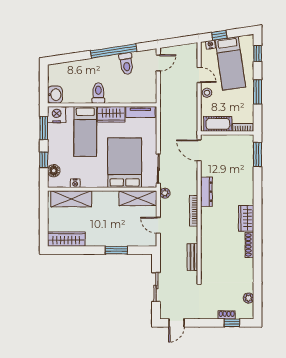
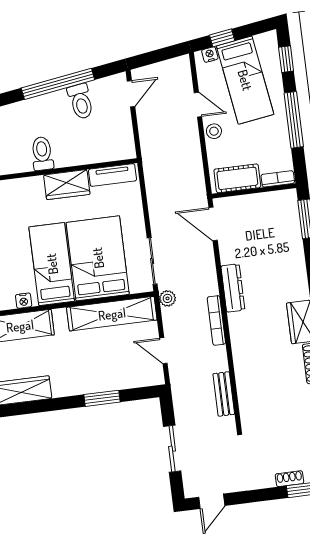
window: (258, 92) -> (294, 120), width x1.44
bed: (85, 131) -> (52, 264), moved, turned 180
shelving: (138, 198) -> (112, 314), width x1.47

